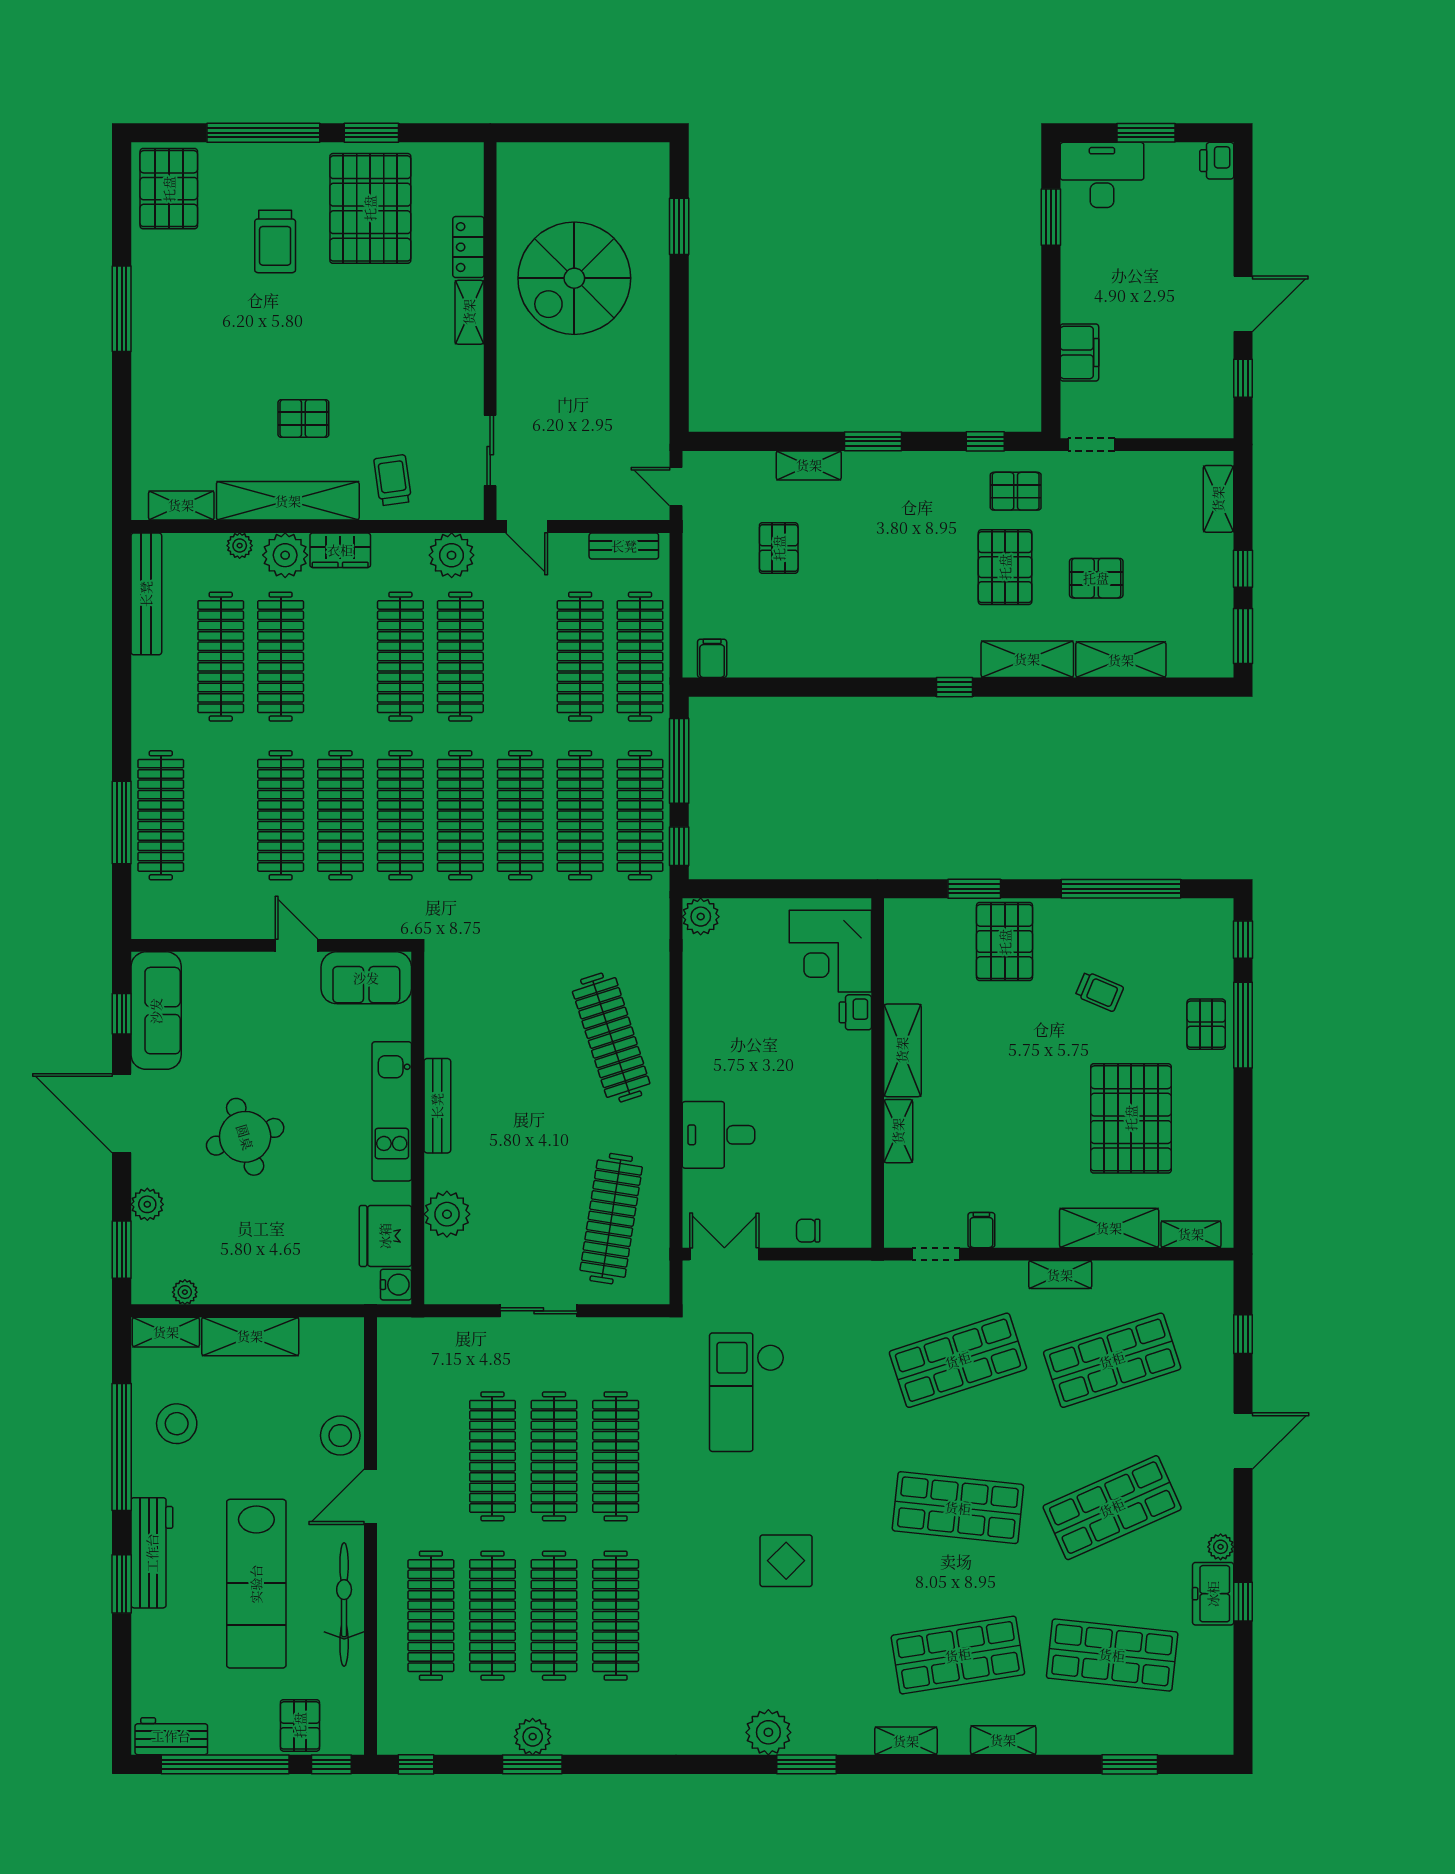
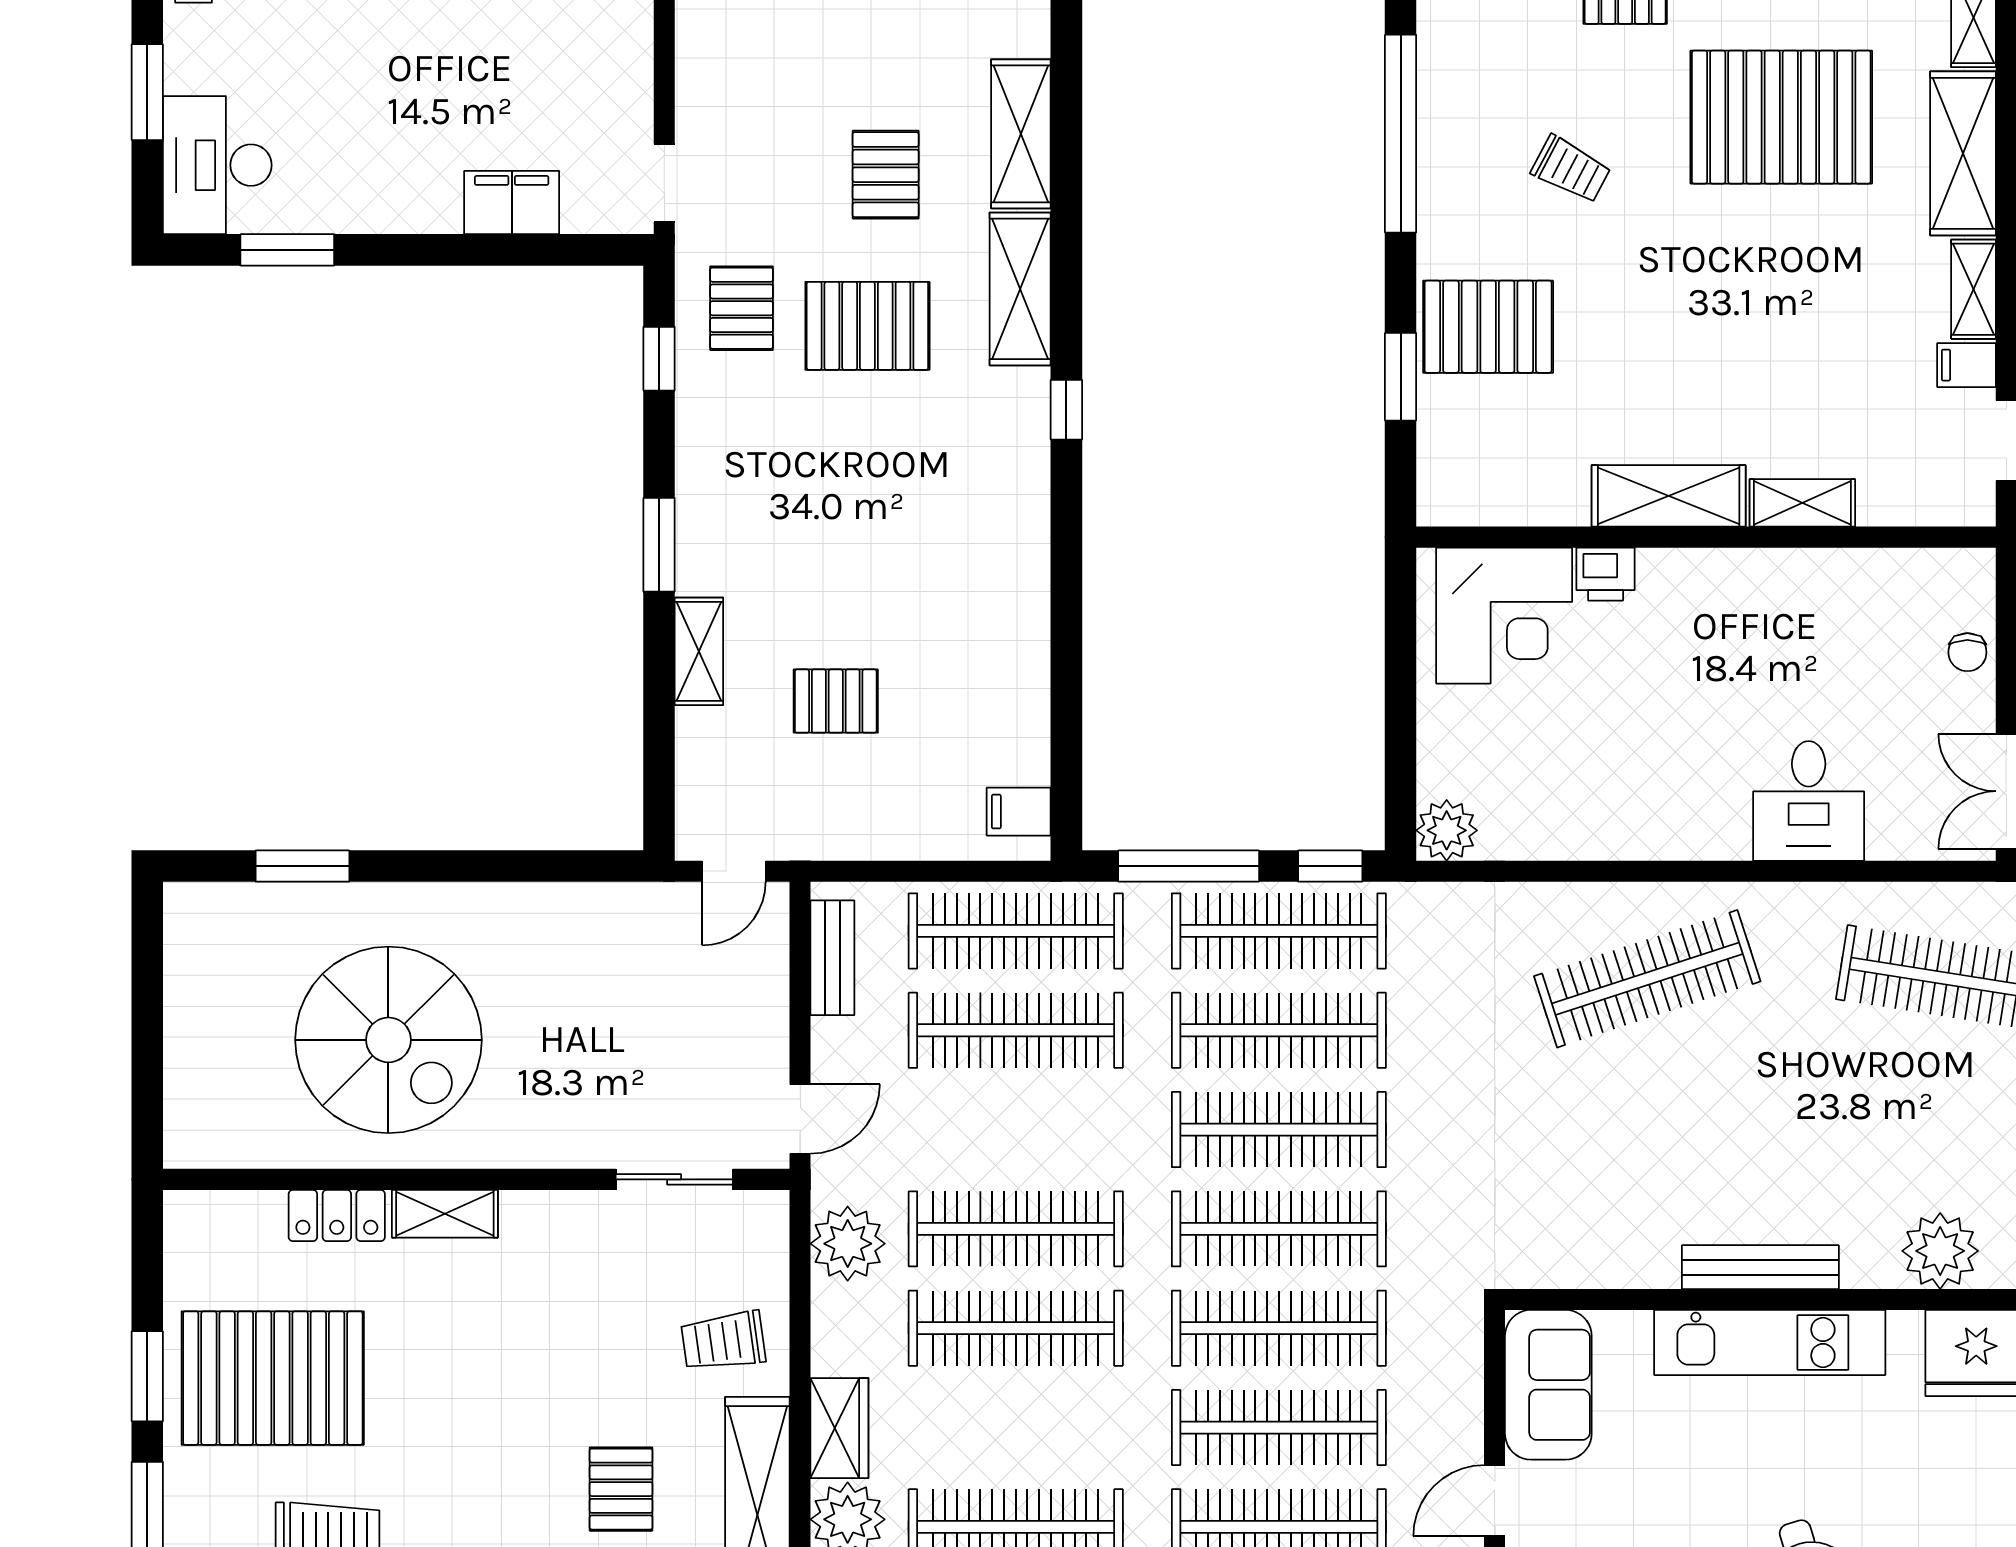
trolley: (1099, 992) -> (1571, 169), turned 95
shelving: (1027, 1234) -> (1973, 289), added

